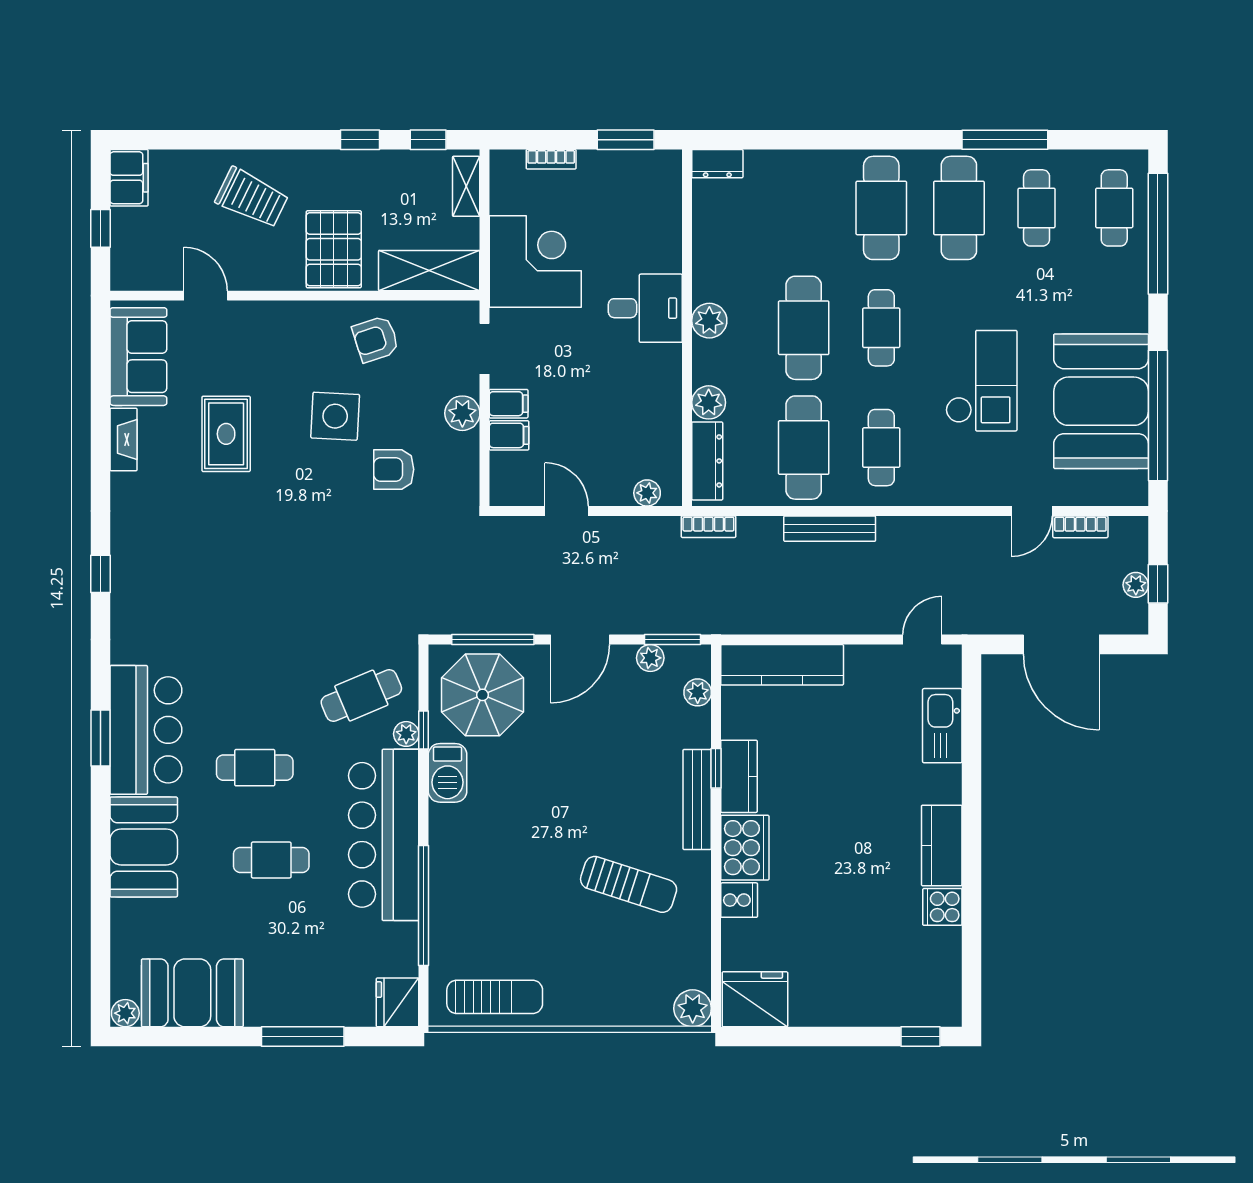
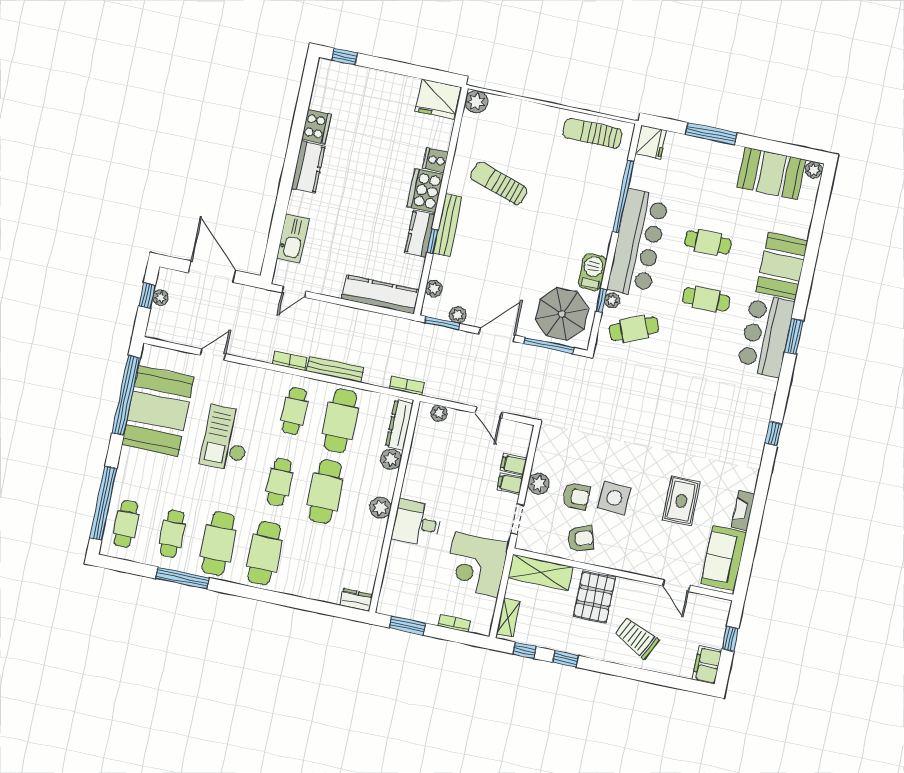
armchair: (394, 469) -> (577, 496), moved
bookcase: (1080, 527) -> (290, 361), moved
cooker: (942, 907) -> (316, 127), width x1.36

